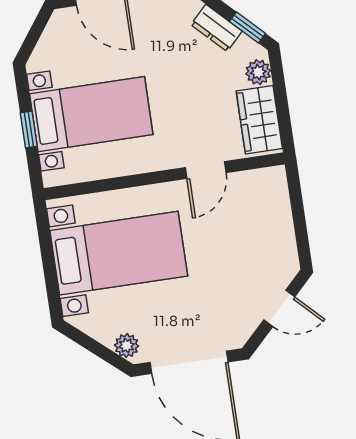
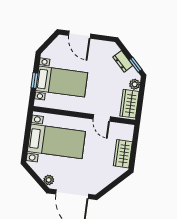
door: (206, 170) -> (102, 118), hinge flipped
wardrobe: (277, 237) -> (123, 154), added
door: (279, 308) -> (115, 183), removed

